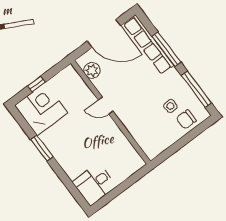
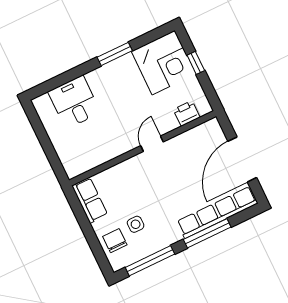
plant: (92, 70) -> (199, 135), removed
printer: (77, 83) -> (187, 113), added
row of seats: (159, 145) -> (90, 200), added
desk: (94, 184) -> (74, 102), moved

